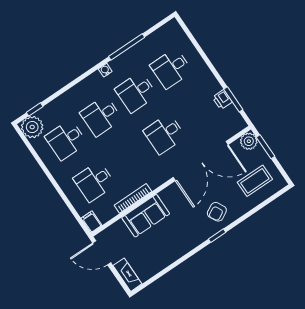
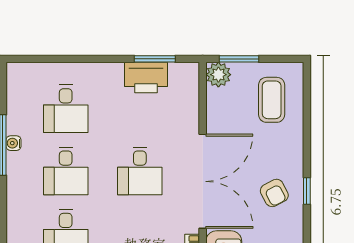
water cooler: (105, 70) -> (13, 143), moved
printer: (222, 100) -> (146, 77), width x1.87, depth x1.48
double door: (201, 161) -> (203, 181), moved
armchair: (217, 212) -> (274, 193), moved

